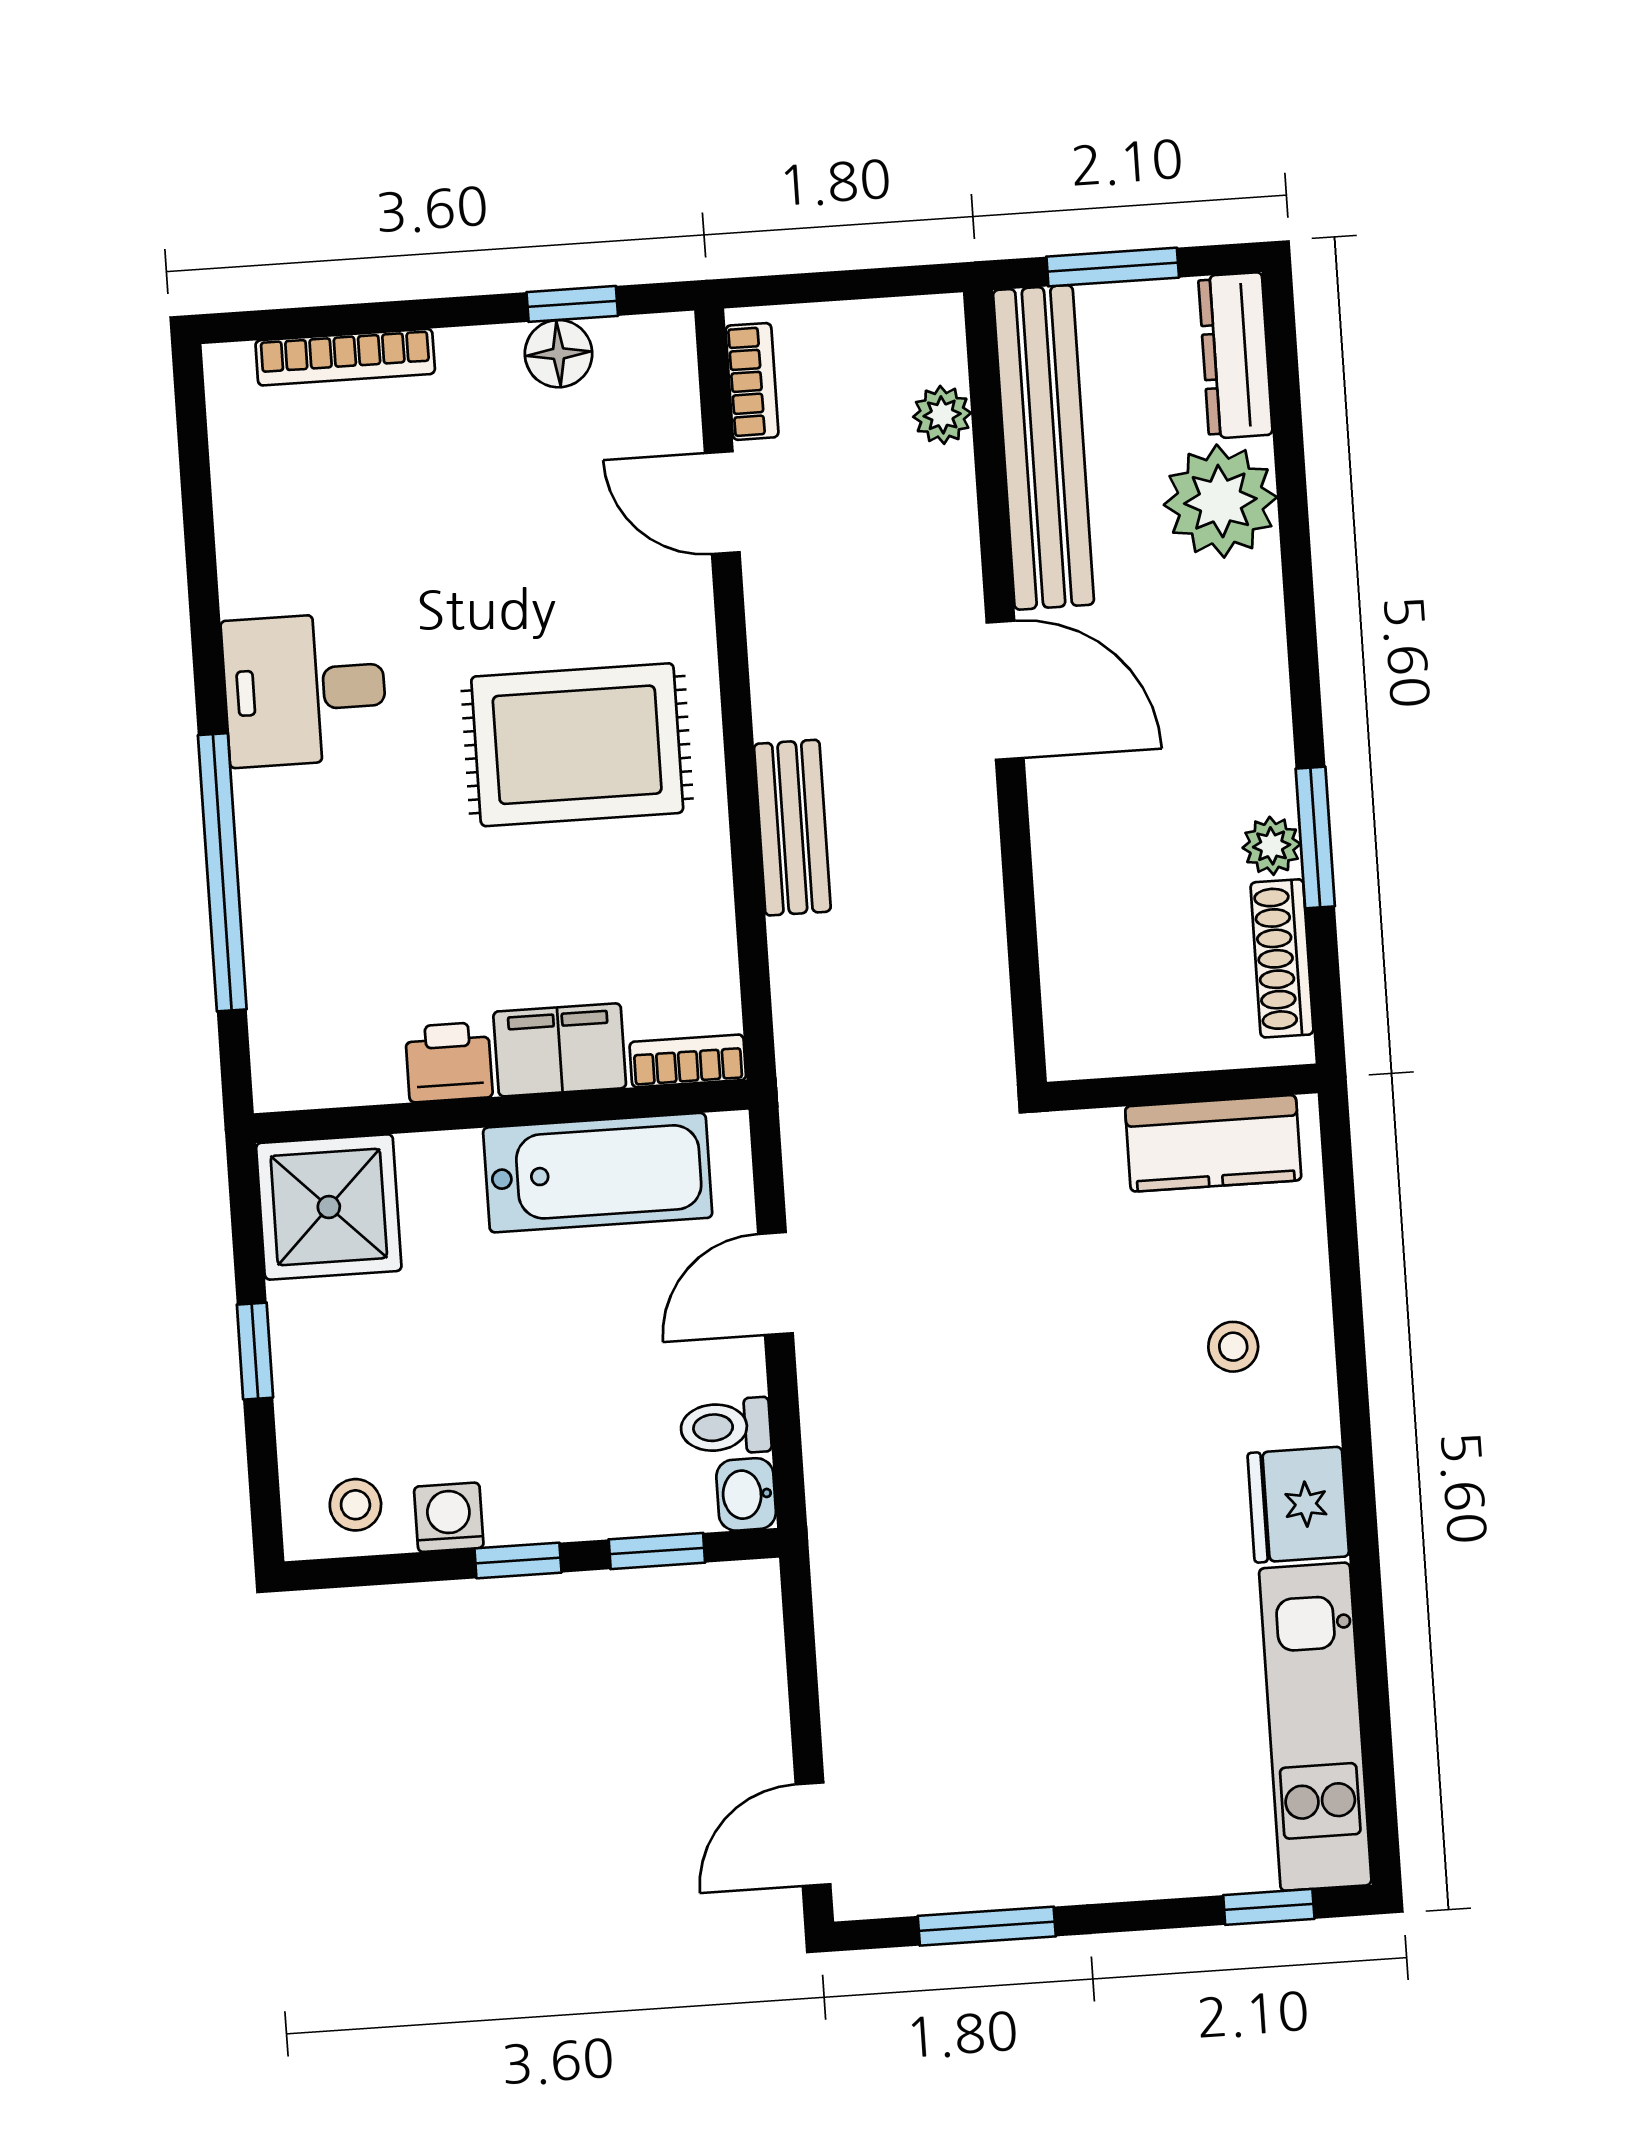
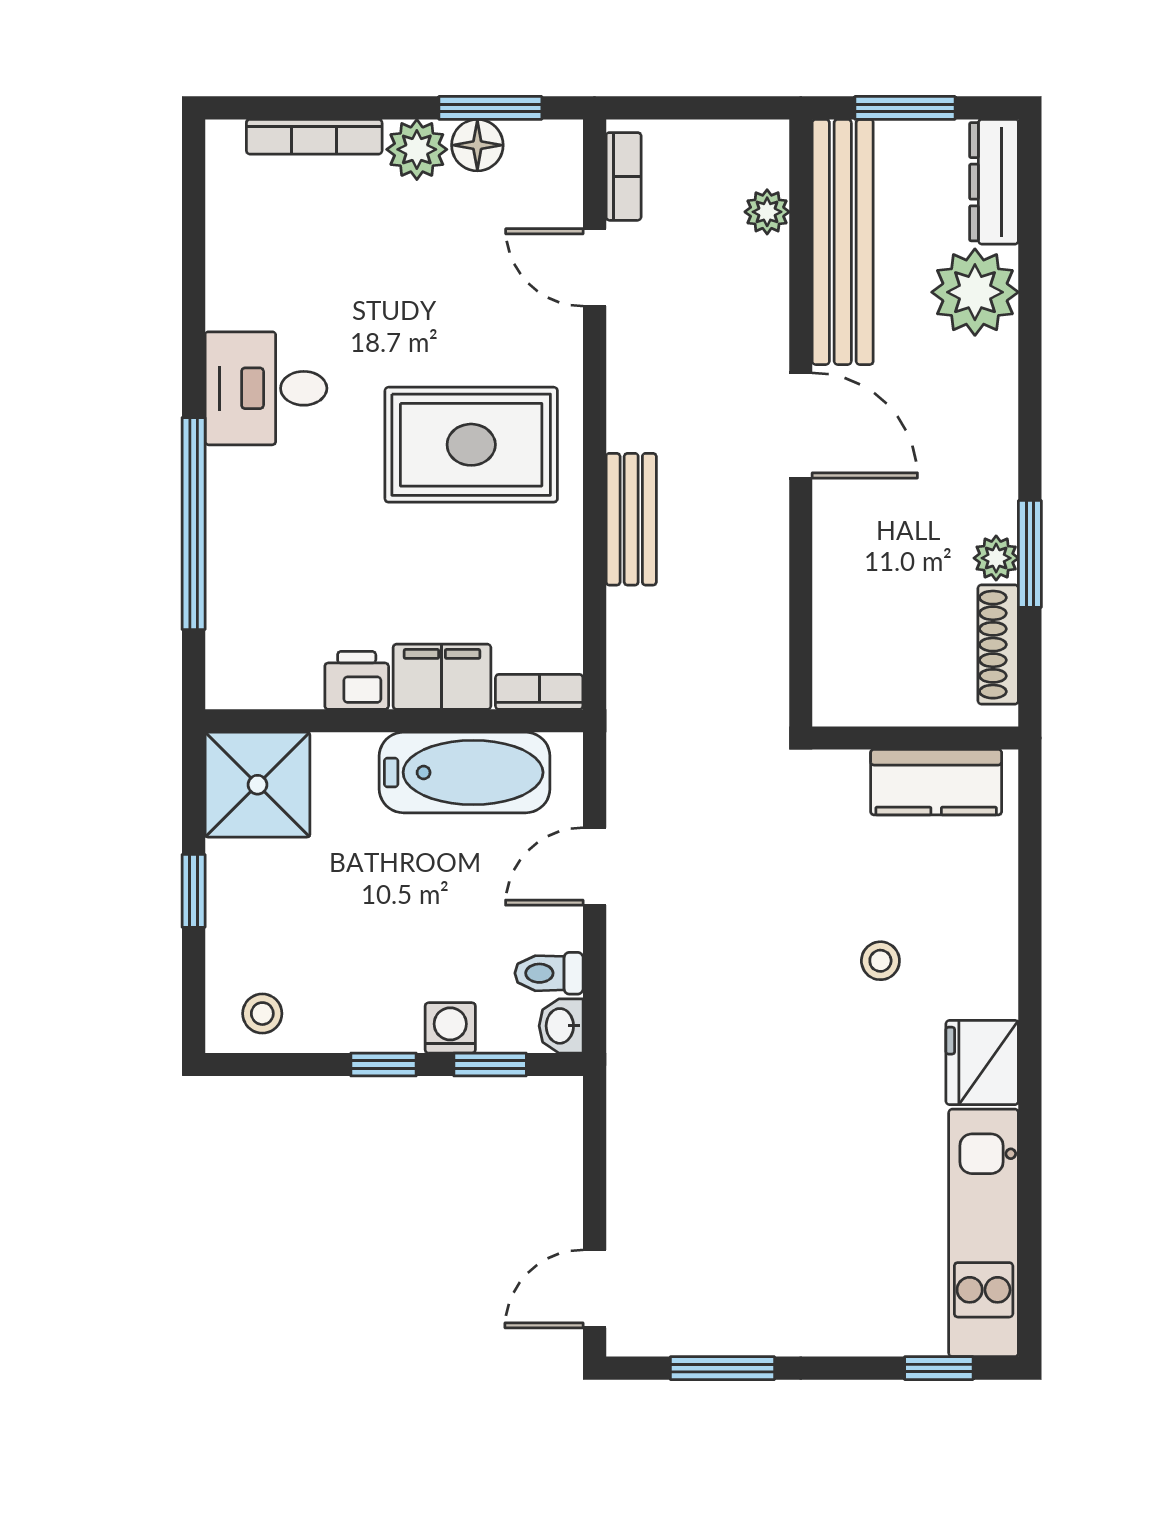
window: (572, 304) -> (490, 108), width x1.50
plant: (480, 365) -> (417, 149), added
stool: (1233, 1347) -> (880, 961), moved
washing machine: (449, 1517) -> (450, 1028), moved

